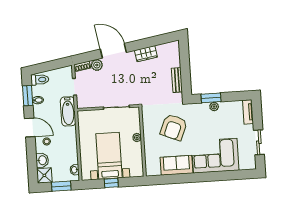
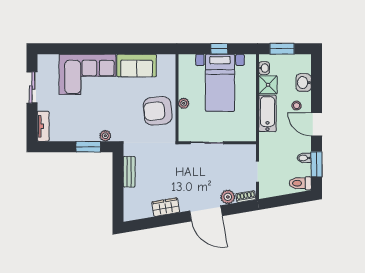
plant: (214, 107) -> (105, 136), moved
bathtub: (68, 111) -> (267, 113), moved
armchair: (174, 127) -> (158, 111), moved, turned -119
shower: (44, 175) -> (268, 85), moved

